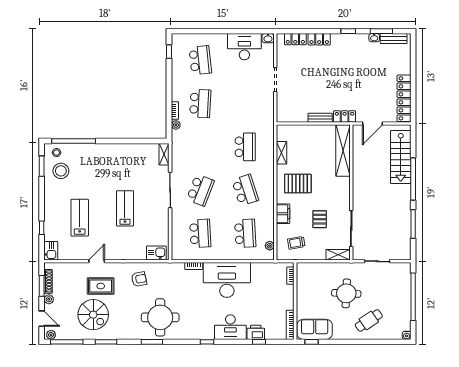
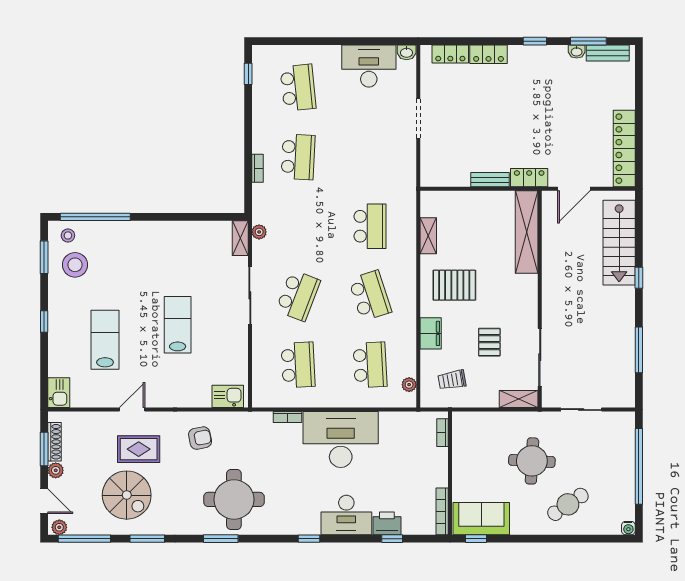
plant: (176, 125) -> (259, 232), moved
window: (413, 179) -> (639, 278), width x0.32
window: (42, 228) -> (44, 321), moved

